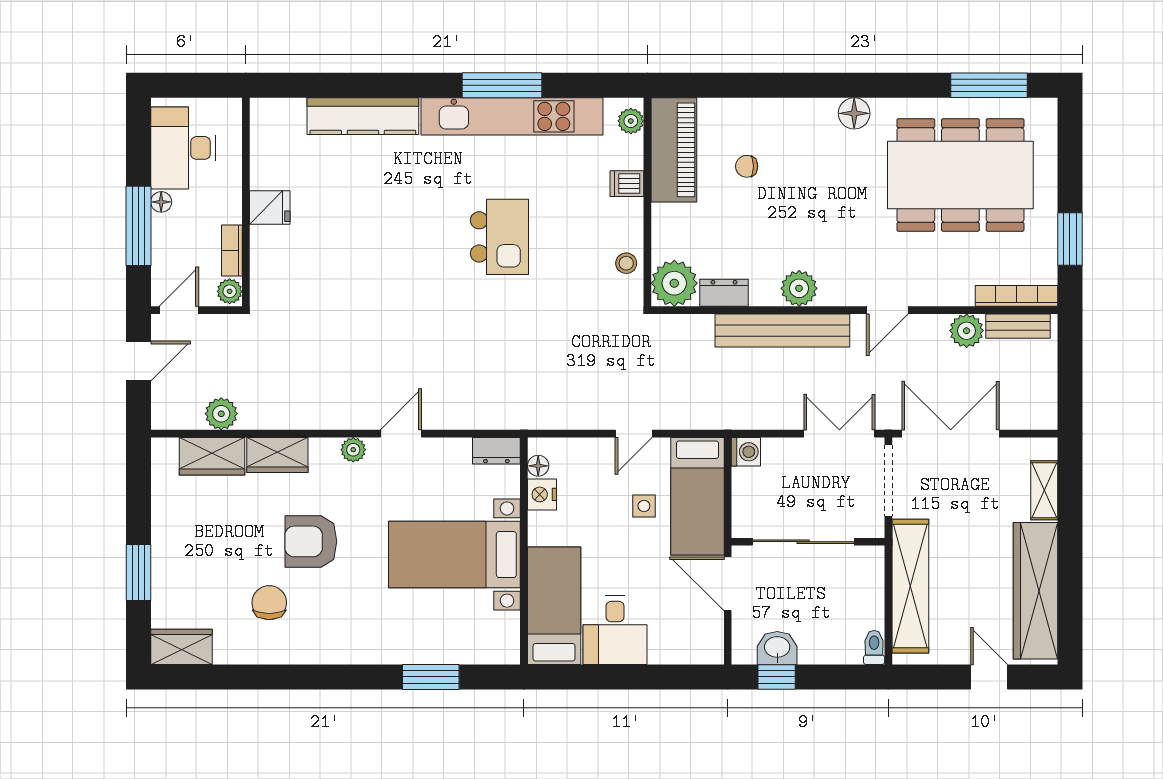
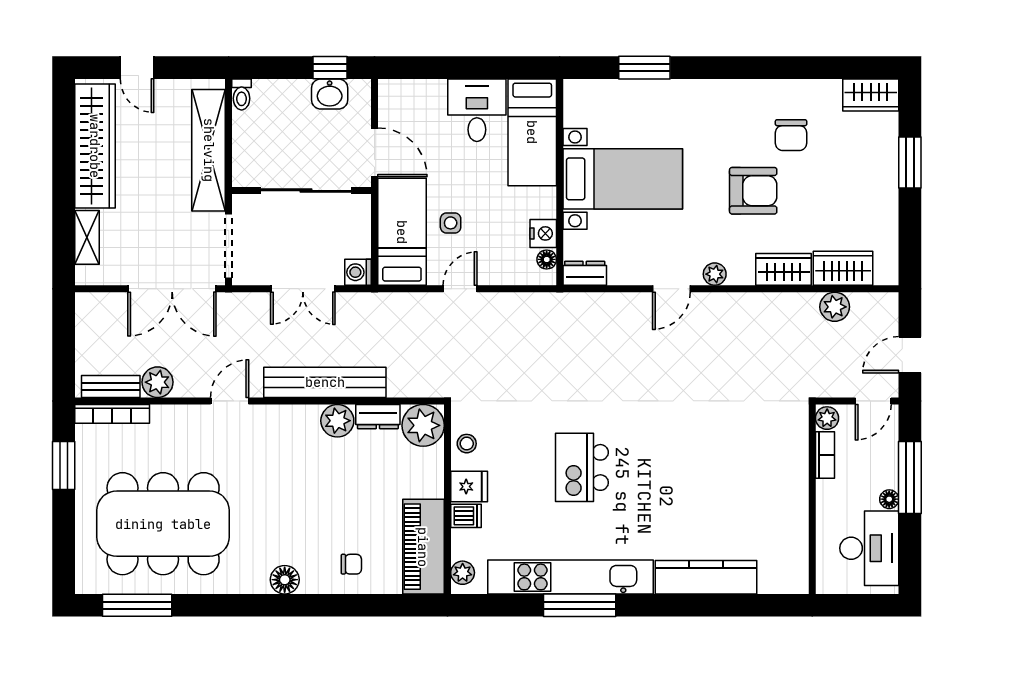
floor lamp: (854, 113) -> (285, 580), moved
chair: (747, 166) -> (351, 564), moved
fridge: (270, 208) -> (469, 487), moved, turned 180
plant: (799, 288) -> (337, 421), moved
double door: (839, 434) -> (303, 289), moved

